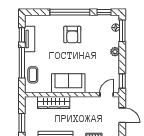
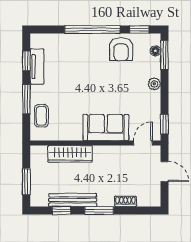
armchair: (72, 35) -> (121, 49), moved
window: (22, 63) -> (26, 99), width x0.69
sofa: (68, 83) -> (106, 128), moved

